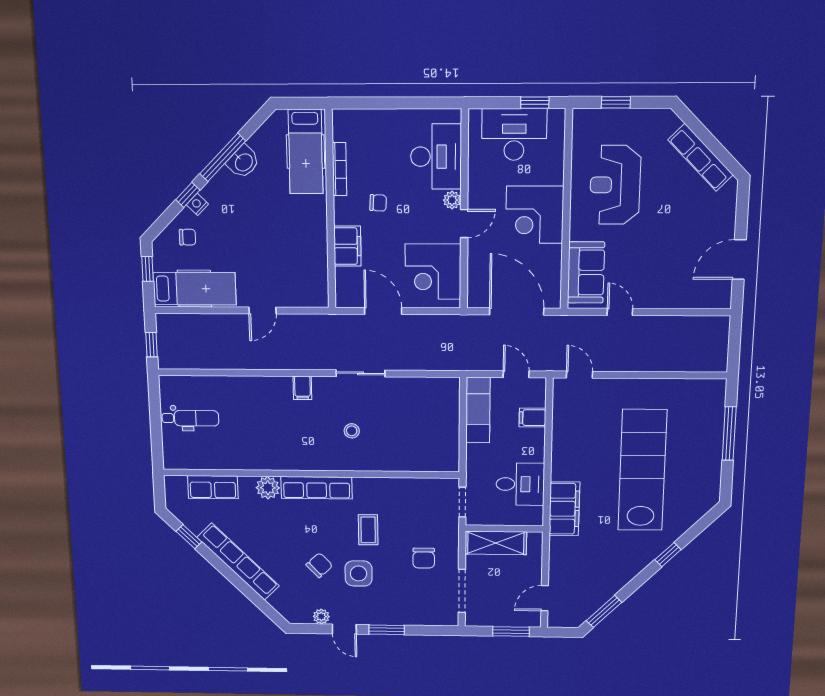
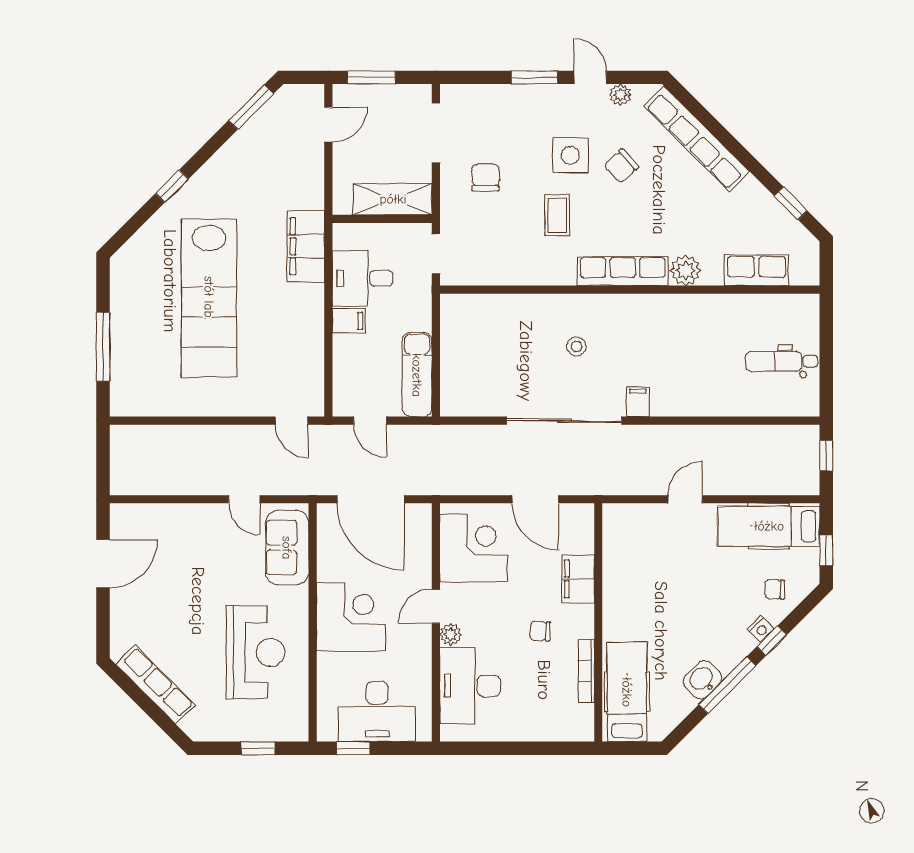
sliding door: (361, 373) -> (564, 421), width x1.86
filing cabinet: (532, 418) -> (349, 321), moved
row of seats: (238, 562) -> (697, 139), moved

